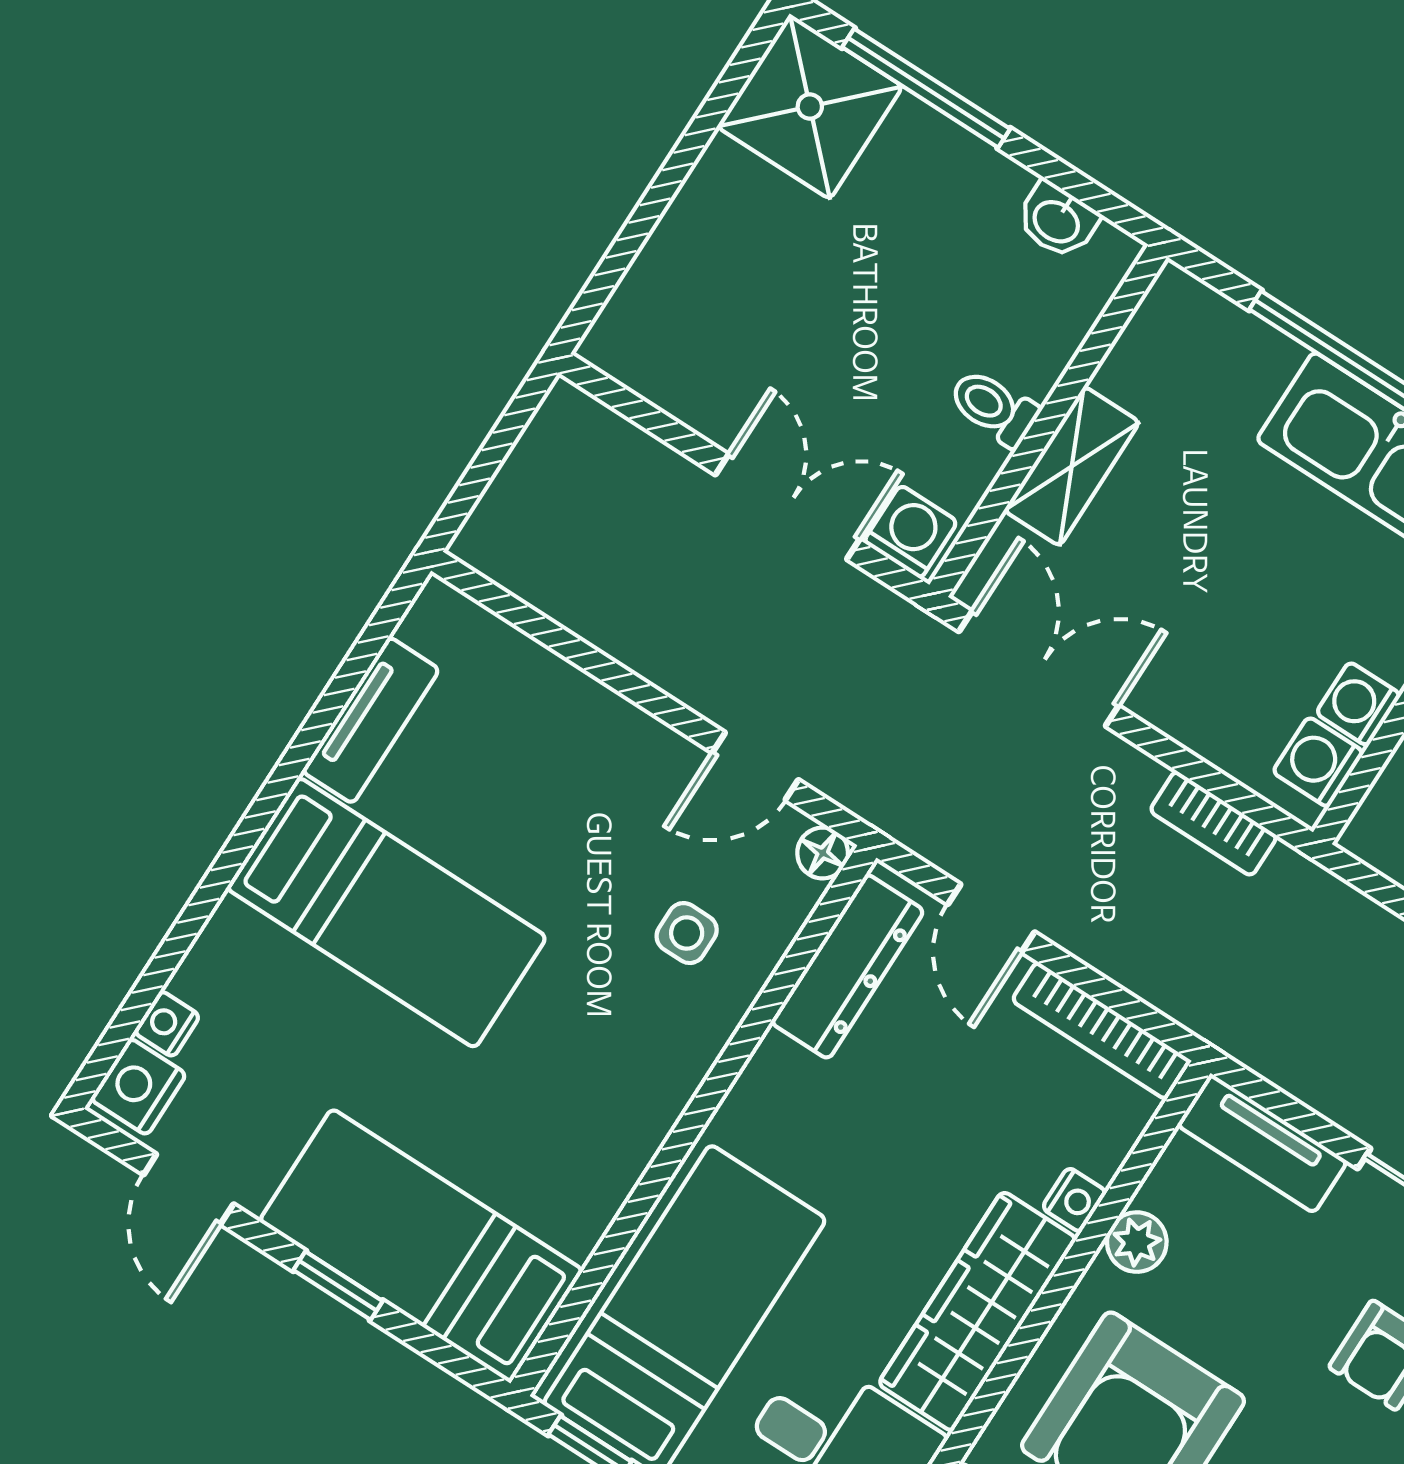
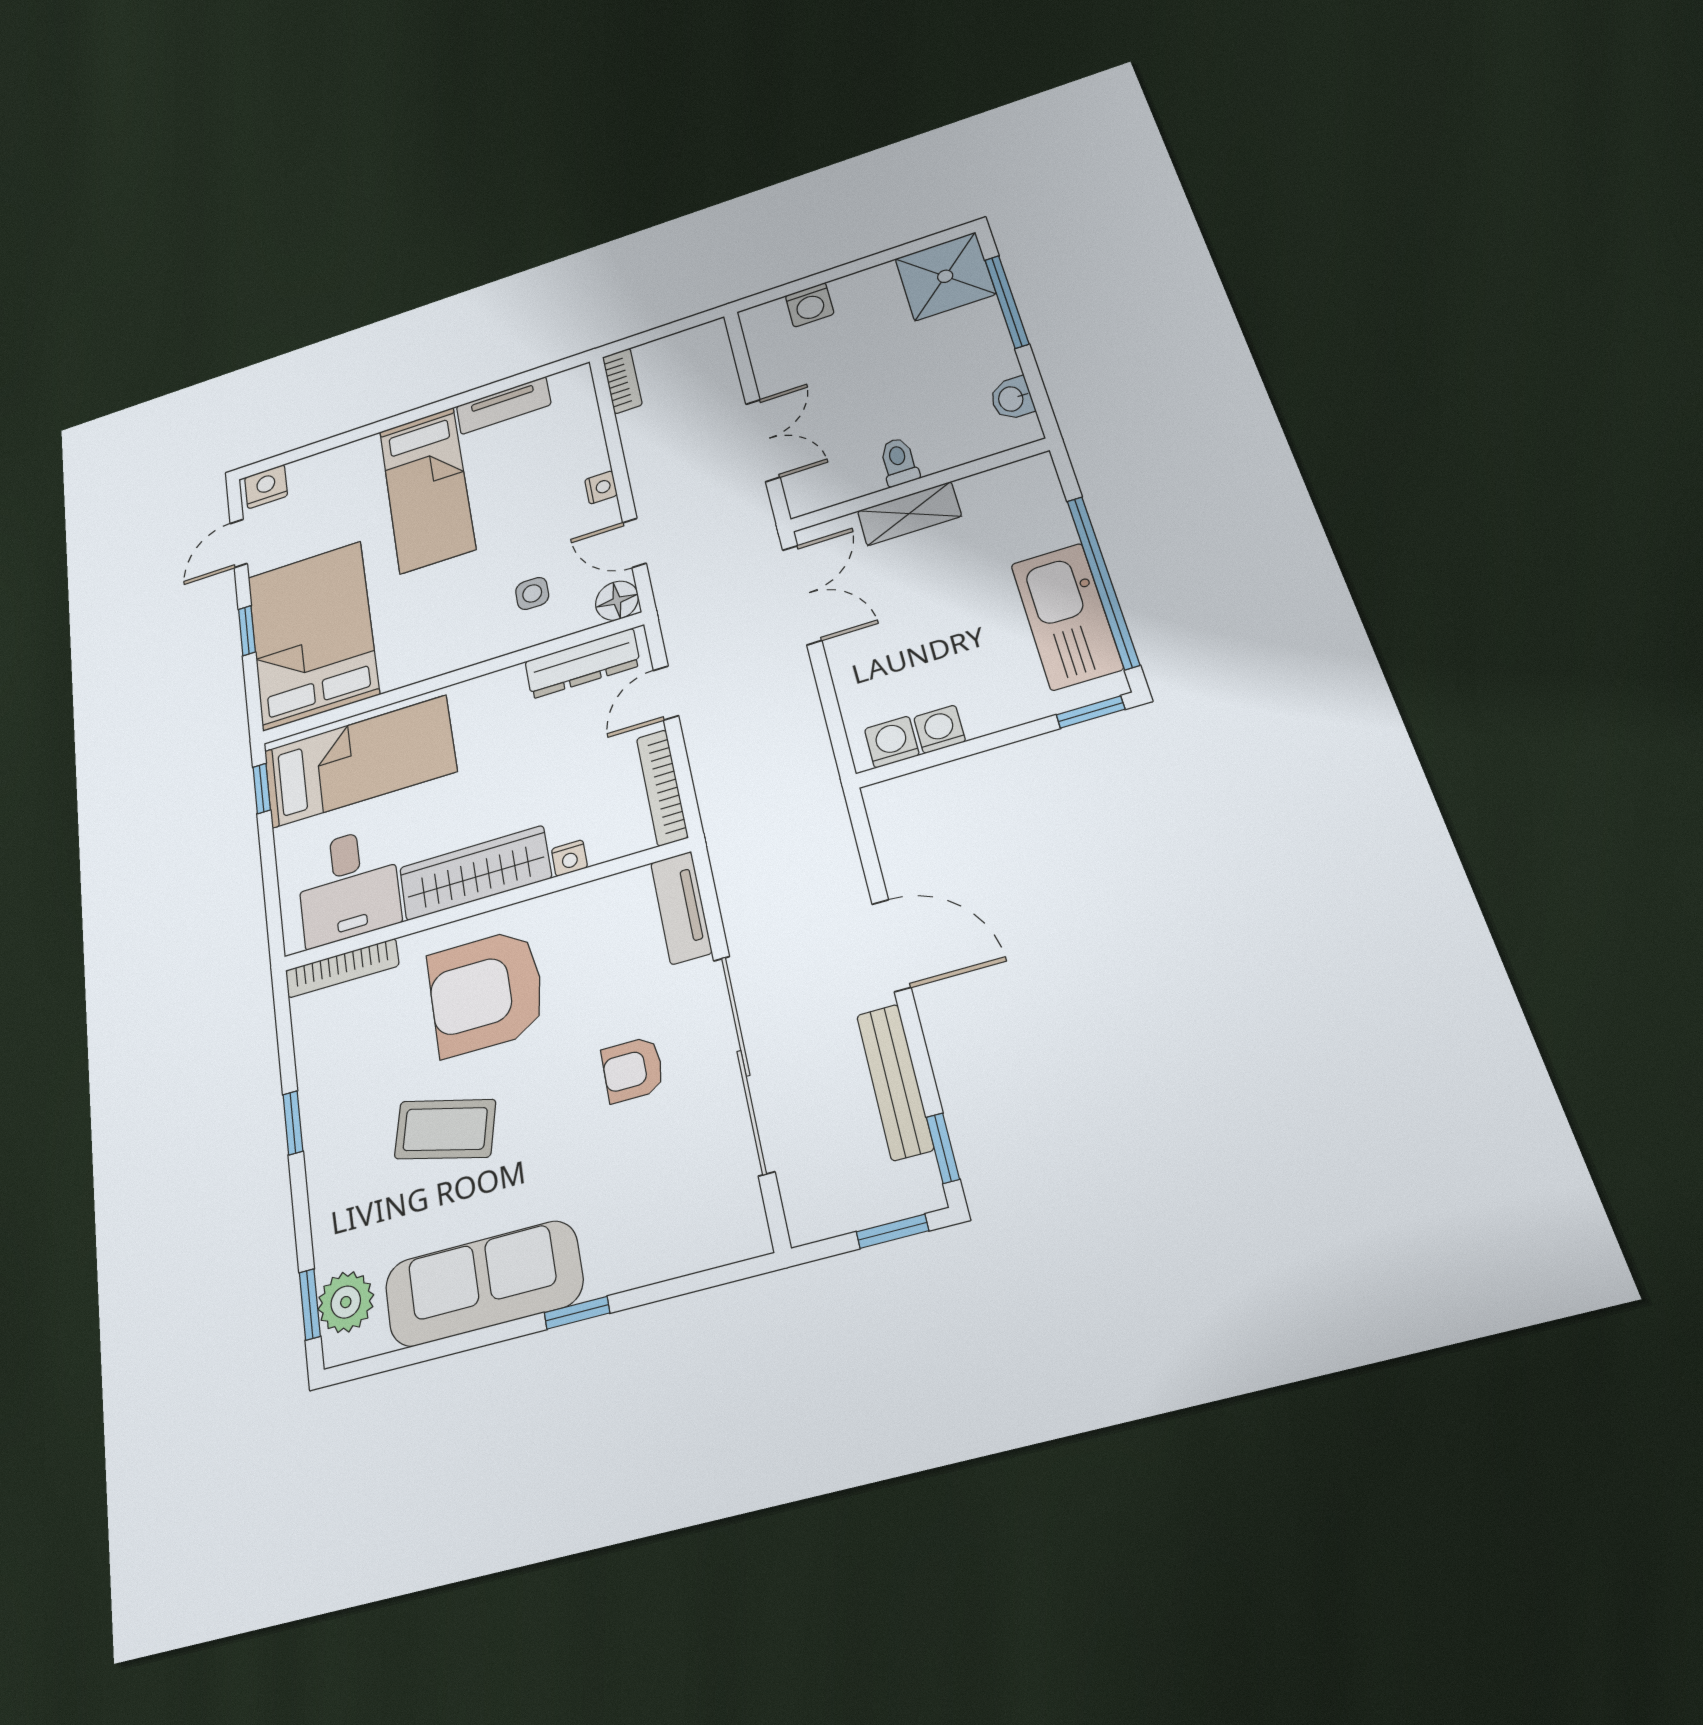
washing machine: (910, 532) -> (810, 305), moved, turned 90
bookcase: (1213, 824) -> (622, 381), moved, turned 180
floor lamp: (823, 853) -> (617, 601), width x1.37, depth x1.37
nightstand: (167, 1024) -> (601, 487), moved, turned 90
plant: (1137, 1242) -> (576, 904), removed
bed: (421, 1246) -> (312, 635), width x1.50

